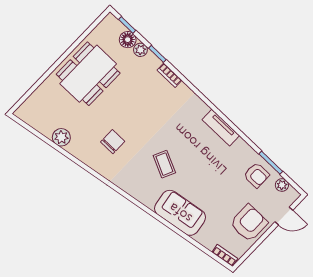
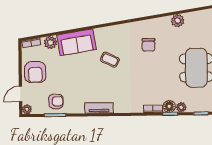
floor lamp: (128, 40) -> (169, 106), moved
armchair: (256, 175) -> (56, 101), turned 180
plant: (282, 185) -> (27, 109), moved
plant: (206, 237) -> (51, 42), added

